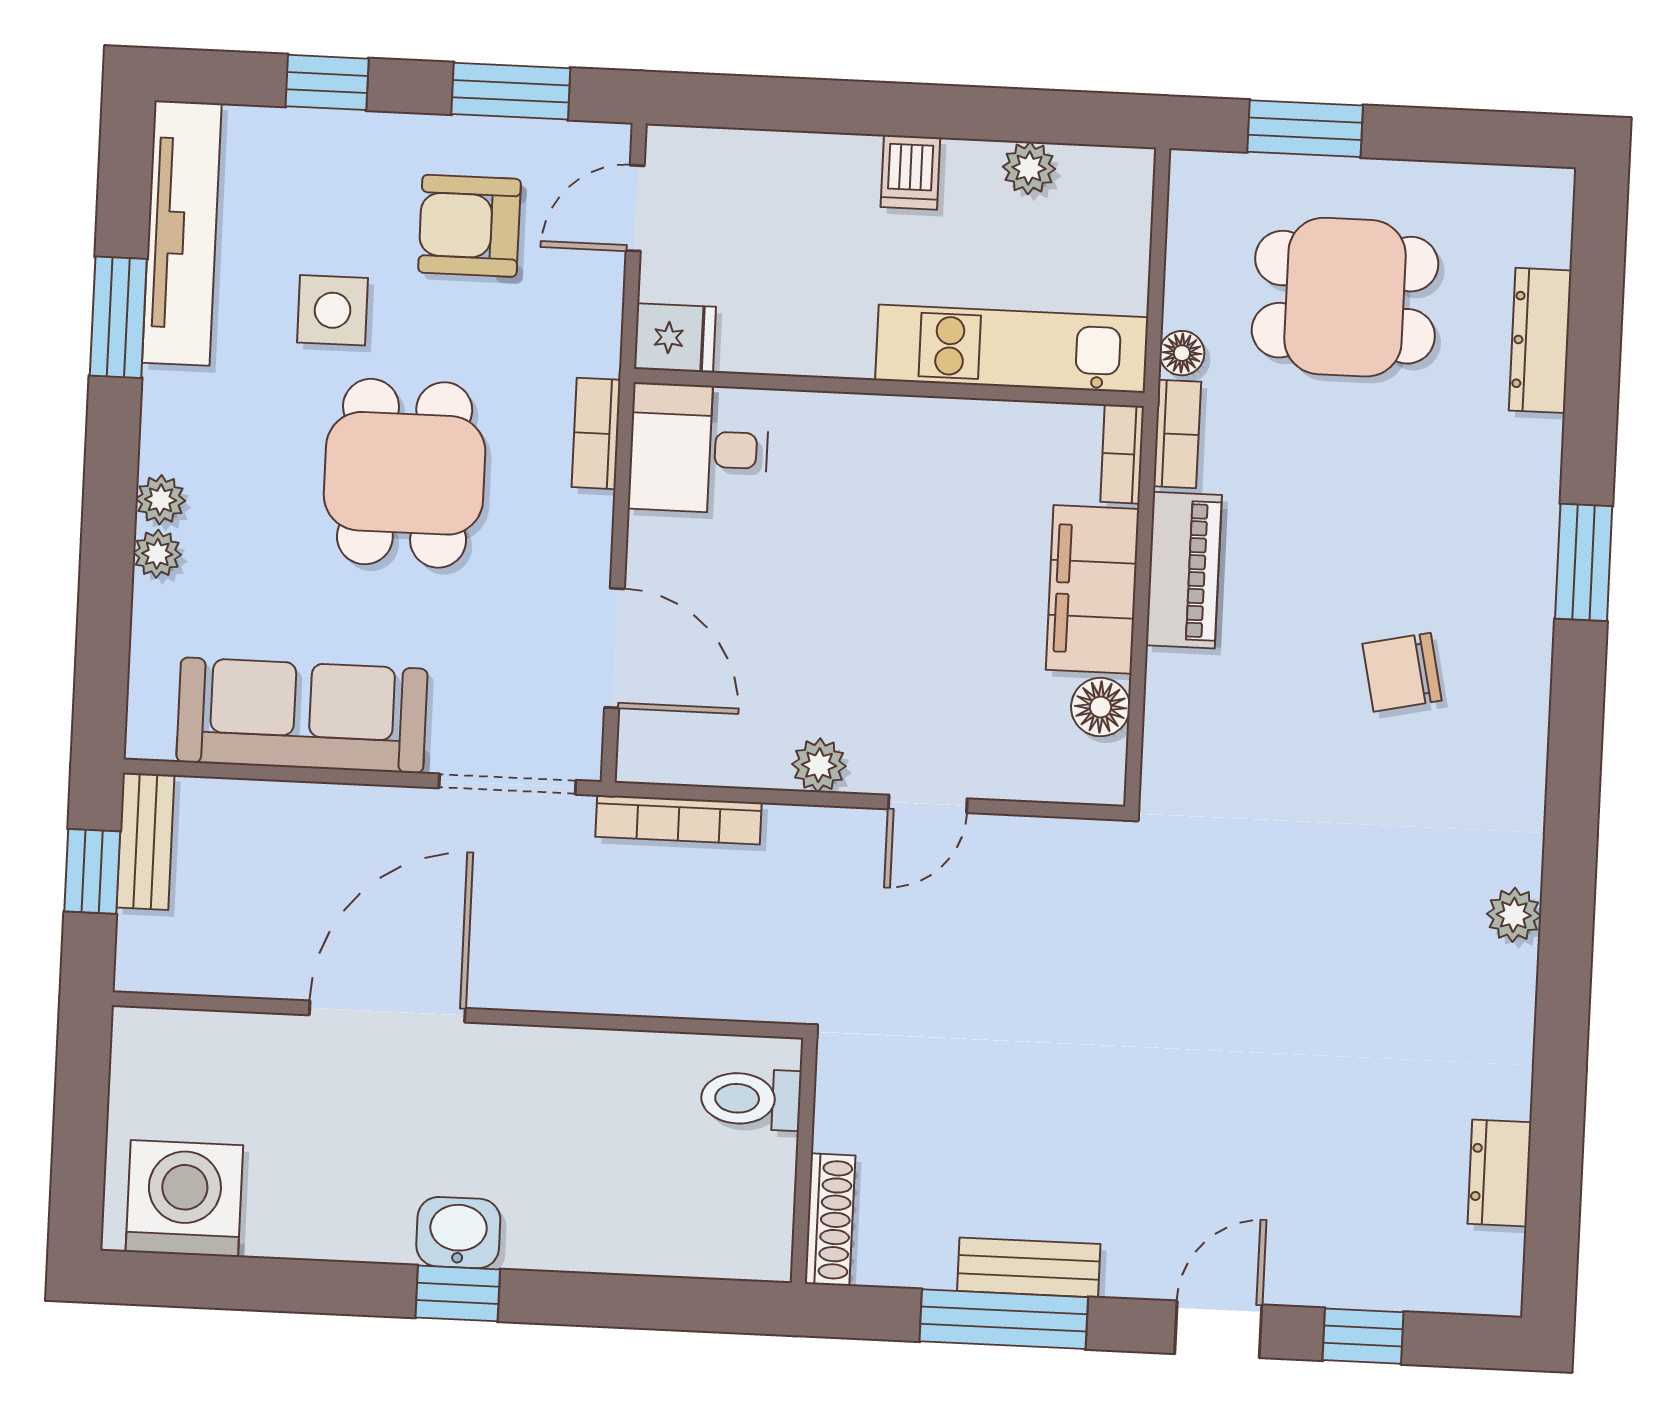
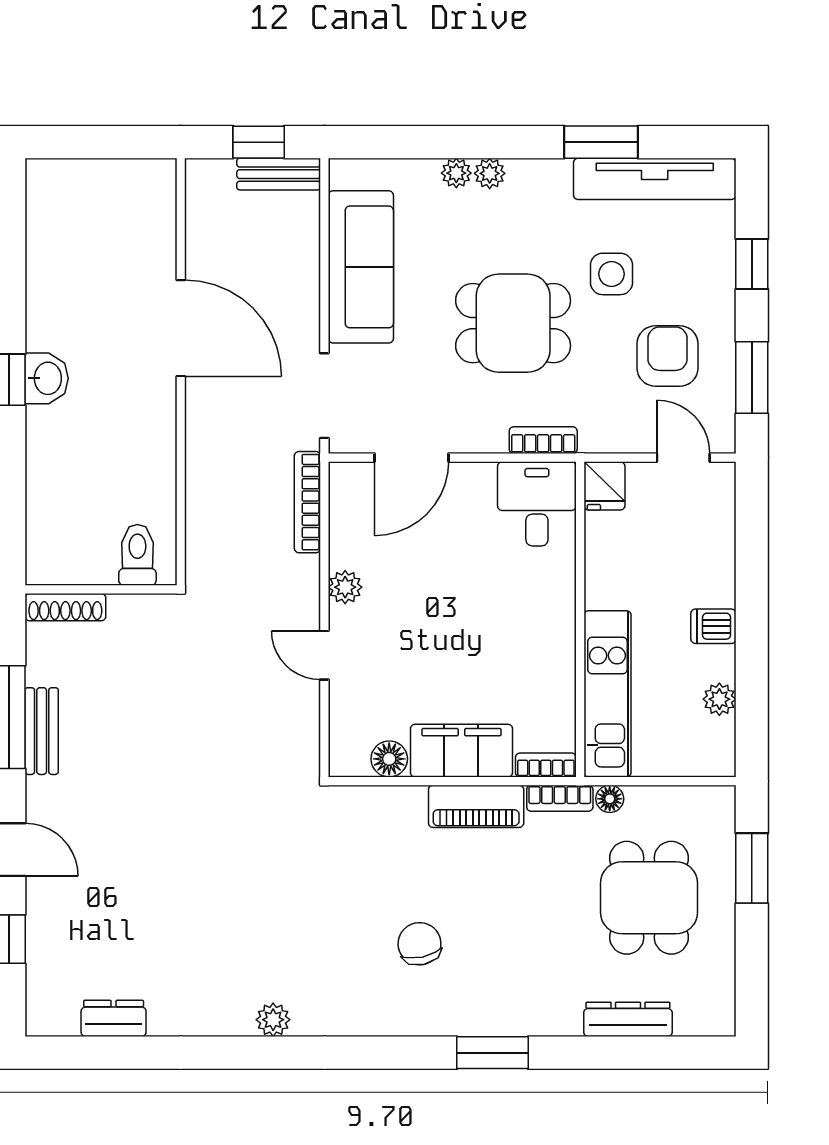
washing machine: (184, 1198) -> (60, 208), removed

